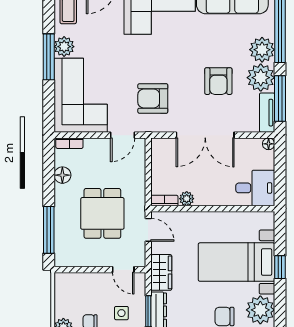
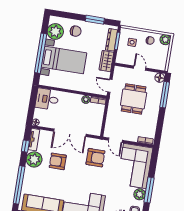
plant: (262, 50) -> (31, 175), removed
armchair: (218, 81) -> (58, 161), turned -90
window: (280, 99) -> (25, 146), width x0.46
door: (123, 135) -> (115, 140), swing flipped
double door: (205, 135) -> (70, 133), swing flipped
floor lamp: (62, 175) -> (160, 78), moved
window: (280, 267) -> (41, 53), width x3.17
door: (123, 270) -> (140, 68), moved

